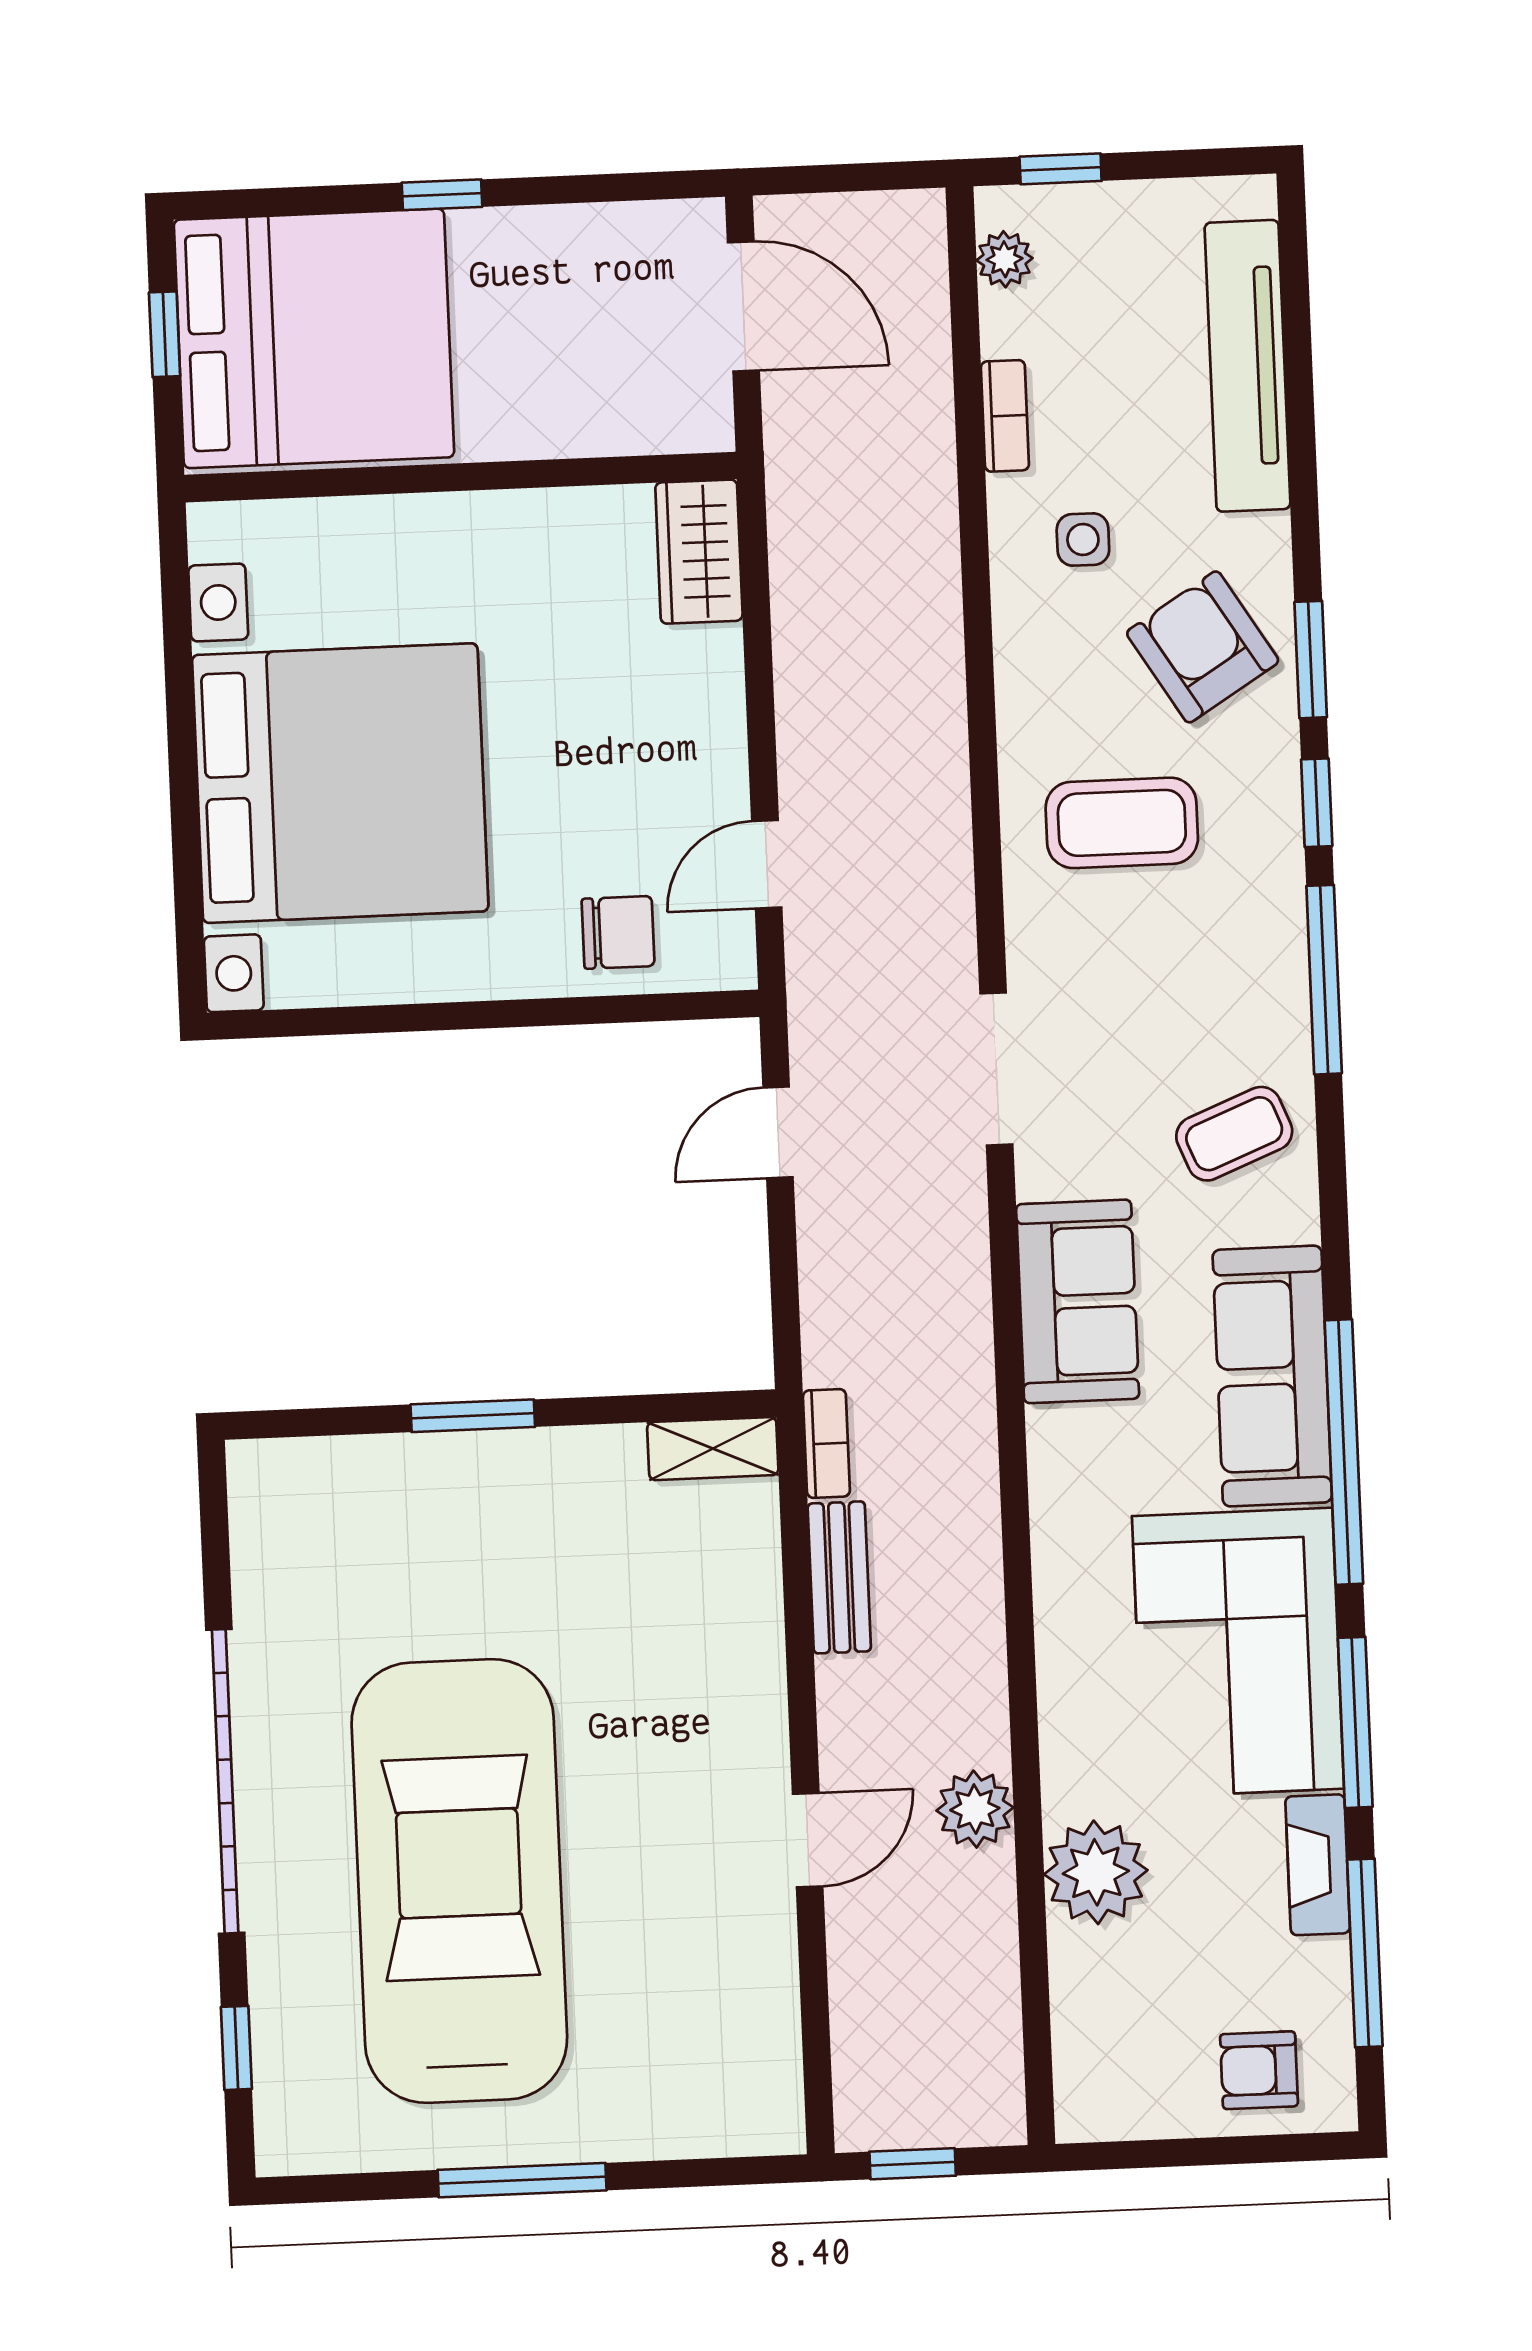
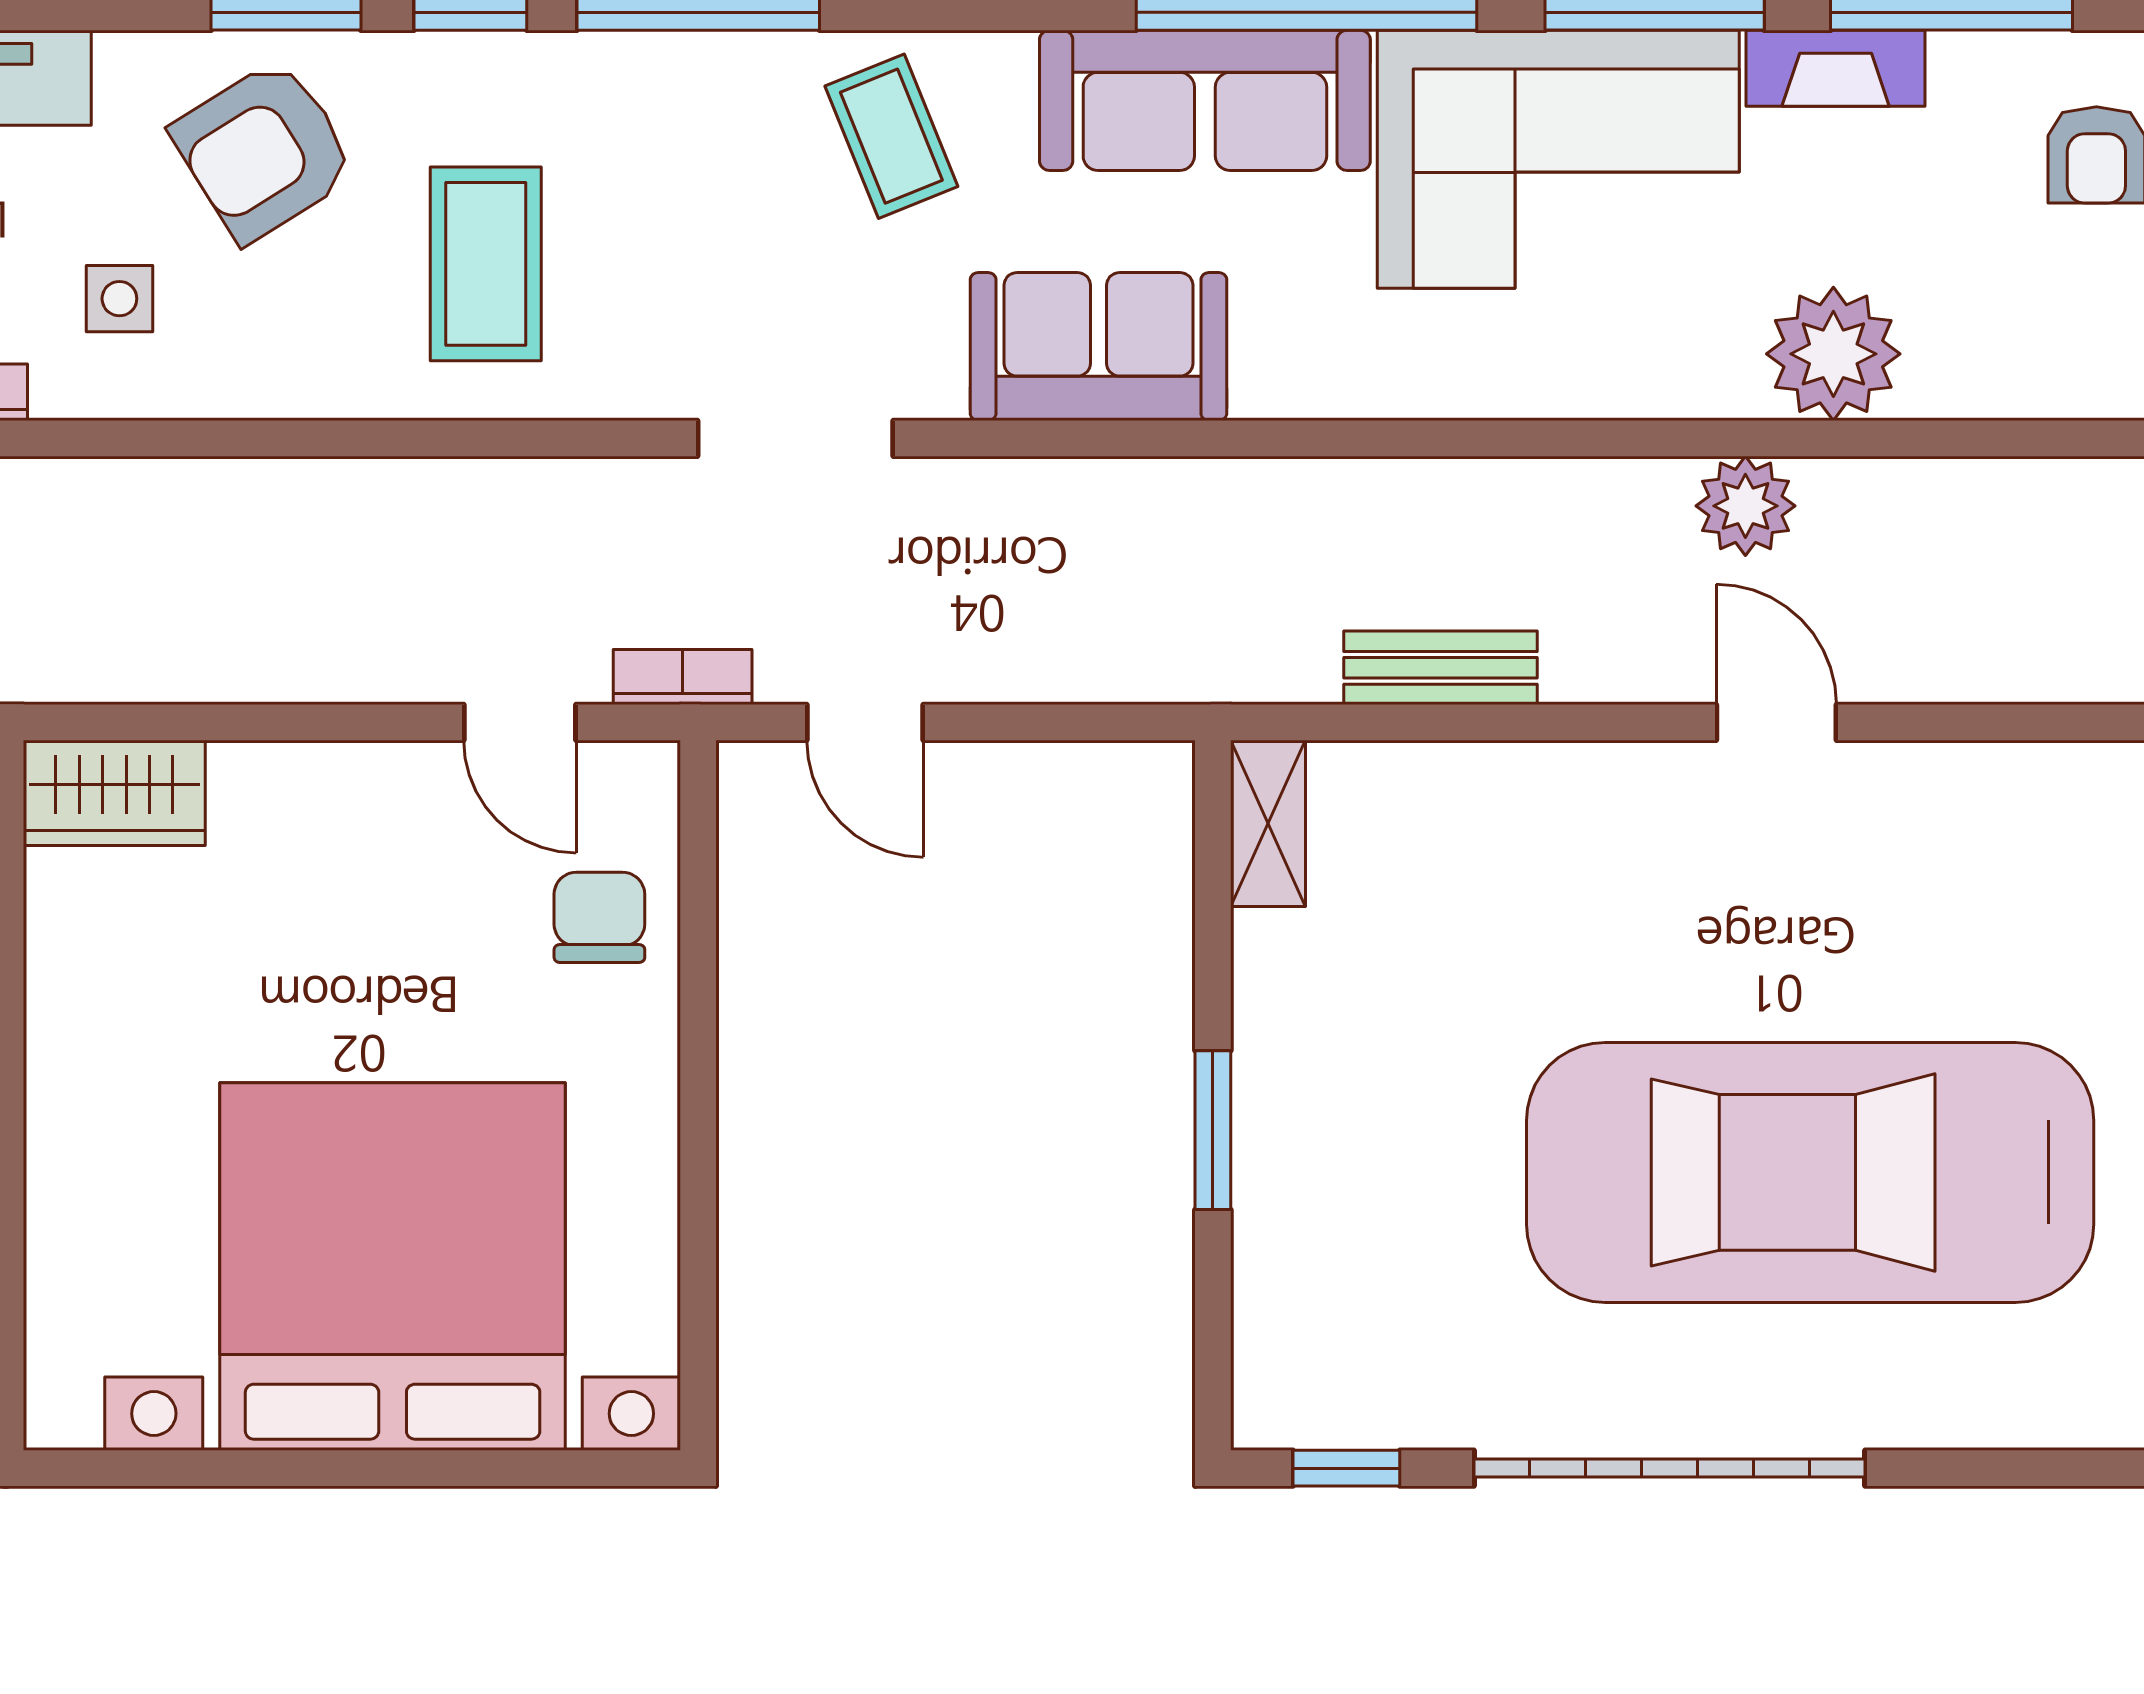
bookcase: (826, 1443) -> (683, 677), moved
window: (236, 2048) -> (1346, 1468), moved

